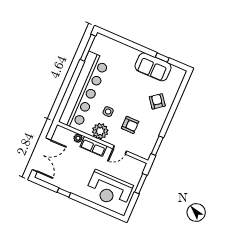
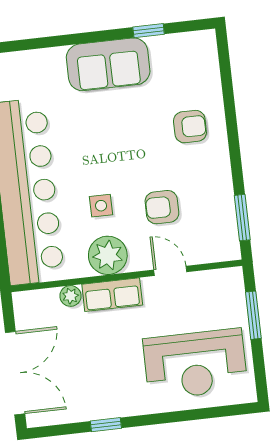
sofa: (153, 67) -> (108, 64), moved
armchair: (157, 101) -> (190, 127), turned 127
armchair: (130, 125) -> (162, 207), turned 180
door: (120, 150) -> (170, 271), swing flipped

